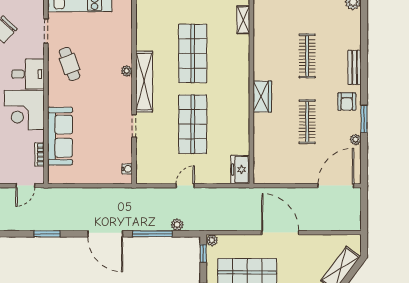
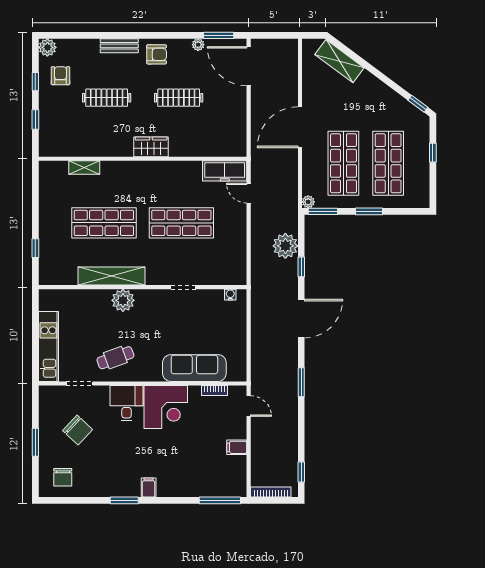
armchair: (327, 14) -> (61, 76), added
shelving: (243, 20) -> (84, 168), moved
plant: (127, 71) -> (123, 300), width x1.87, depth x1.87
shelving: (144, 82) -> (112, 276), moved
window: (364, 119) -> (219, 35), moved
freezer: (240, 170) -> (225, 171), width x1.40
door: (185, 186) -> (249, 193), moved
plant: (177, 225) -> (285, 246), width x1.88, depth x1.88
window: (152, 234) -> (301, 267), width x0.46
window: (203, 254) -> (323, 211), width x1.50

